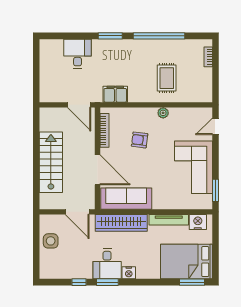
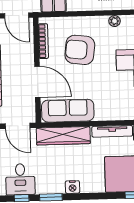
plant: (163, 113) -> (115, 21), moved
armchair: (140, 140) -> (80, 50), width x1.88, depth x1.88
desk: (107, 264) -> (20, 179), moved

